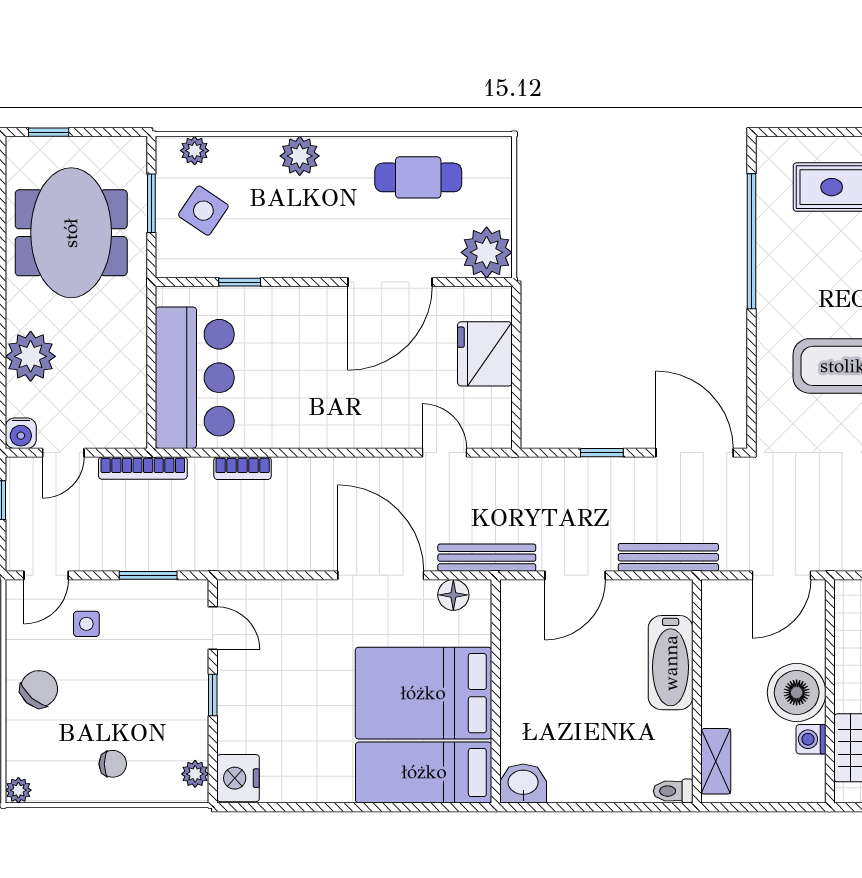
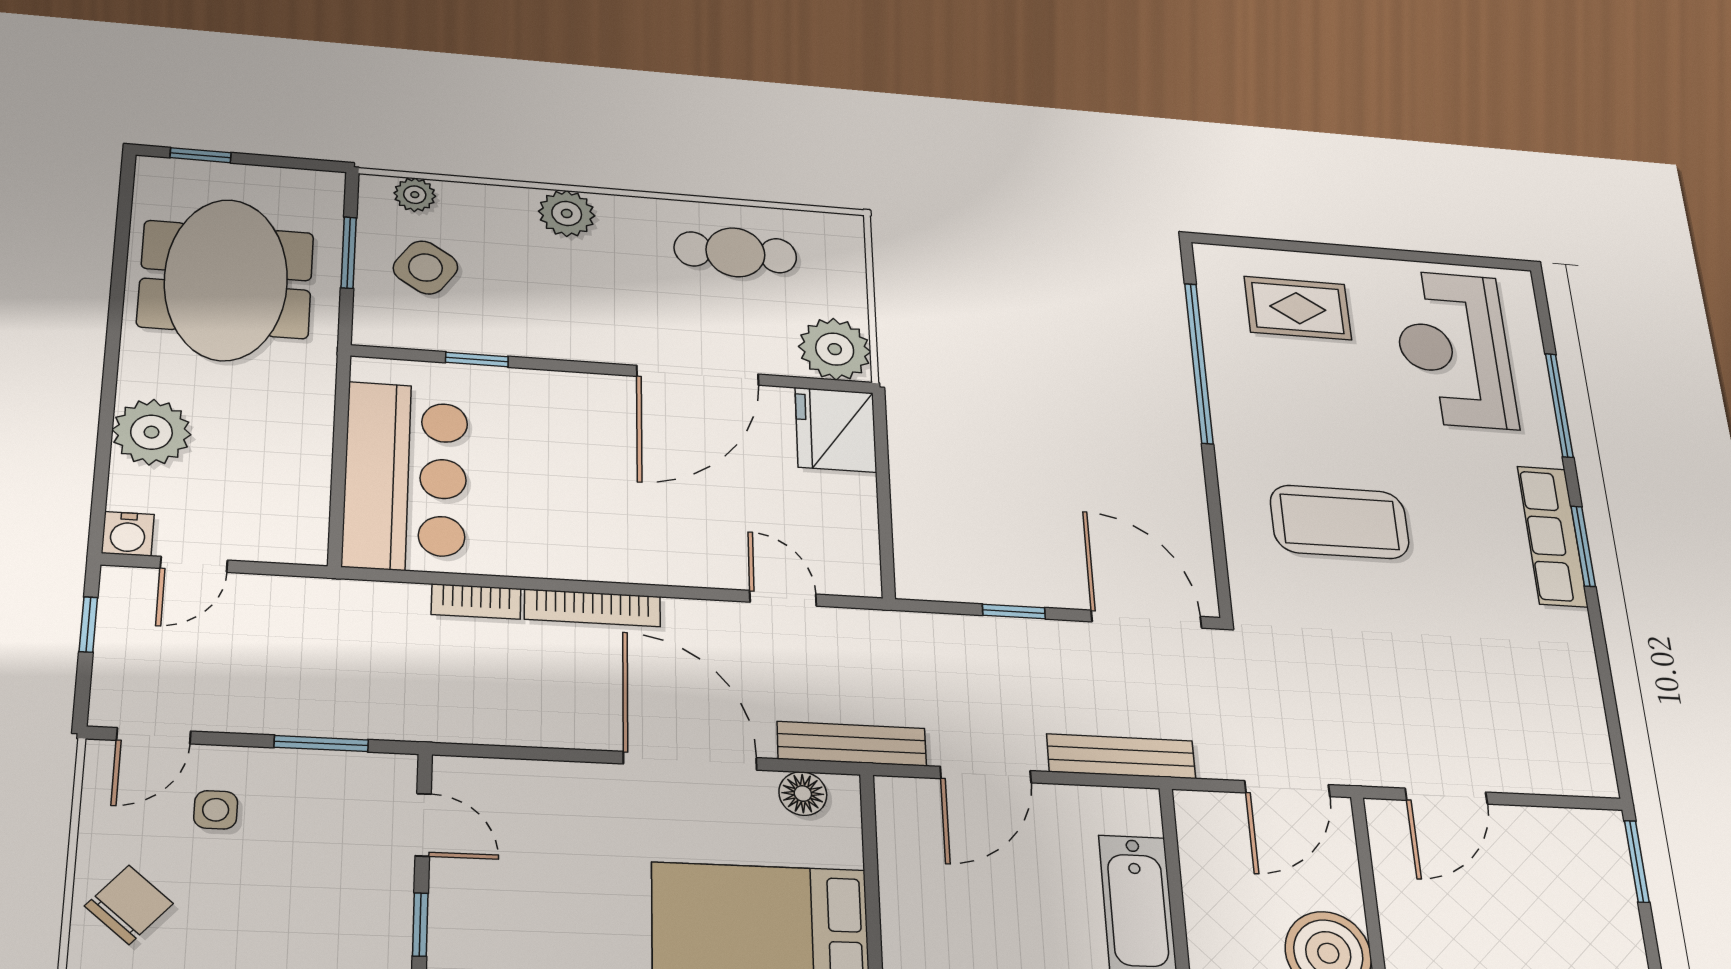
fridge: (485, 354) -> (836, 430), moved
bookcase: (143, 468) -> (593, 608), moved

